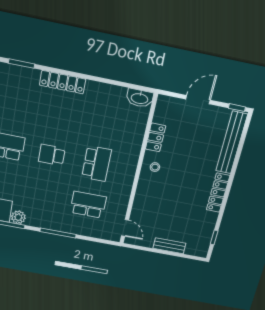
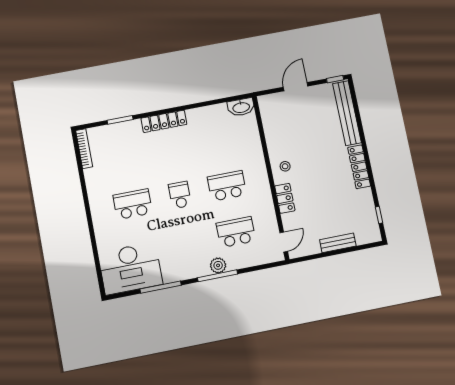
locker: (156, 137) -> (285, 198), moved
school desk: (52, 155) -> (180, 195), turned 90
school desk: (97, 164) -> (227, 186), turned -90
plant: (18, 217) -> (218, 265), moved
door: (125, 228) -> (284, 242), hinge flipped

